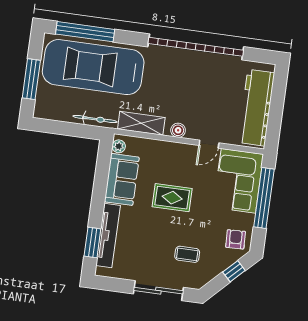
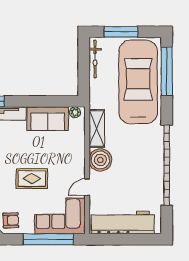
bicycle: (95, 119) -> (95, 59), moved
boiler: (178, 130) -> (100, 160), width x1.86, depth x1.86
door: (209, 144) -> (87, 187), hinge flipped
rug: (172, 198) -> (32, 179), moved, turned 90

